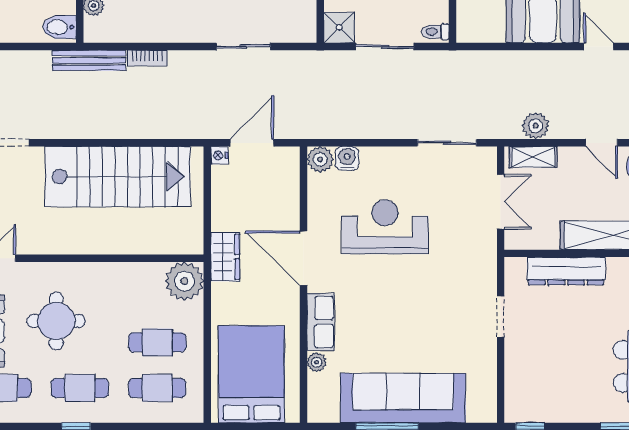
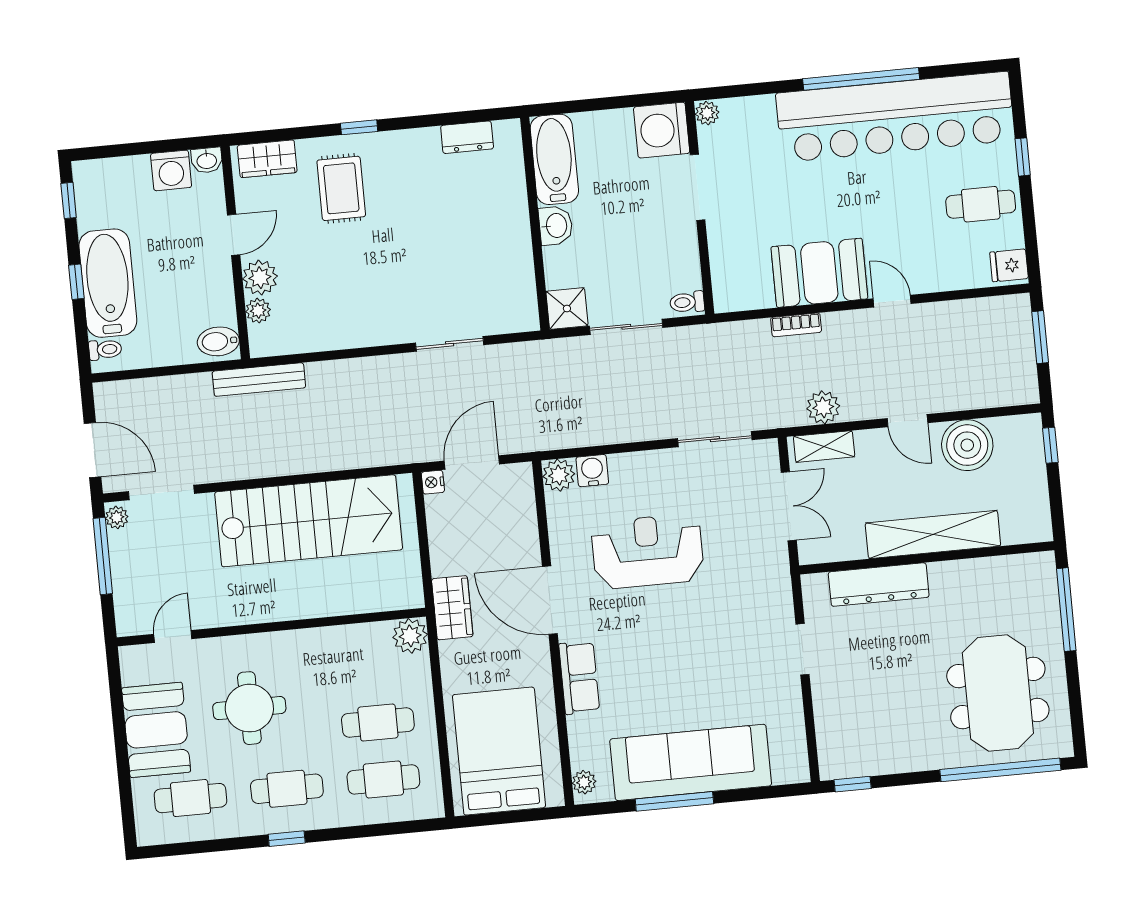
bookcase: (147, 58) -> (796, 325), moved
plant: (184, 281) -> (410, 636), width x0.73, depth x0.73
plant: (317, 362) -> (584, 782), moved

